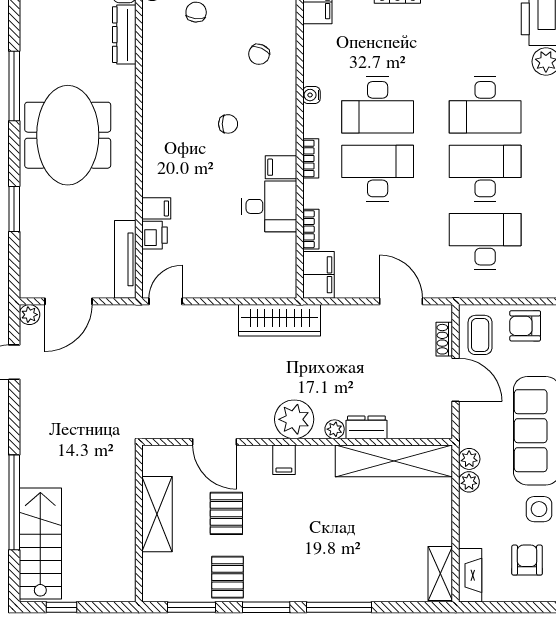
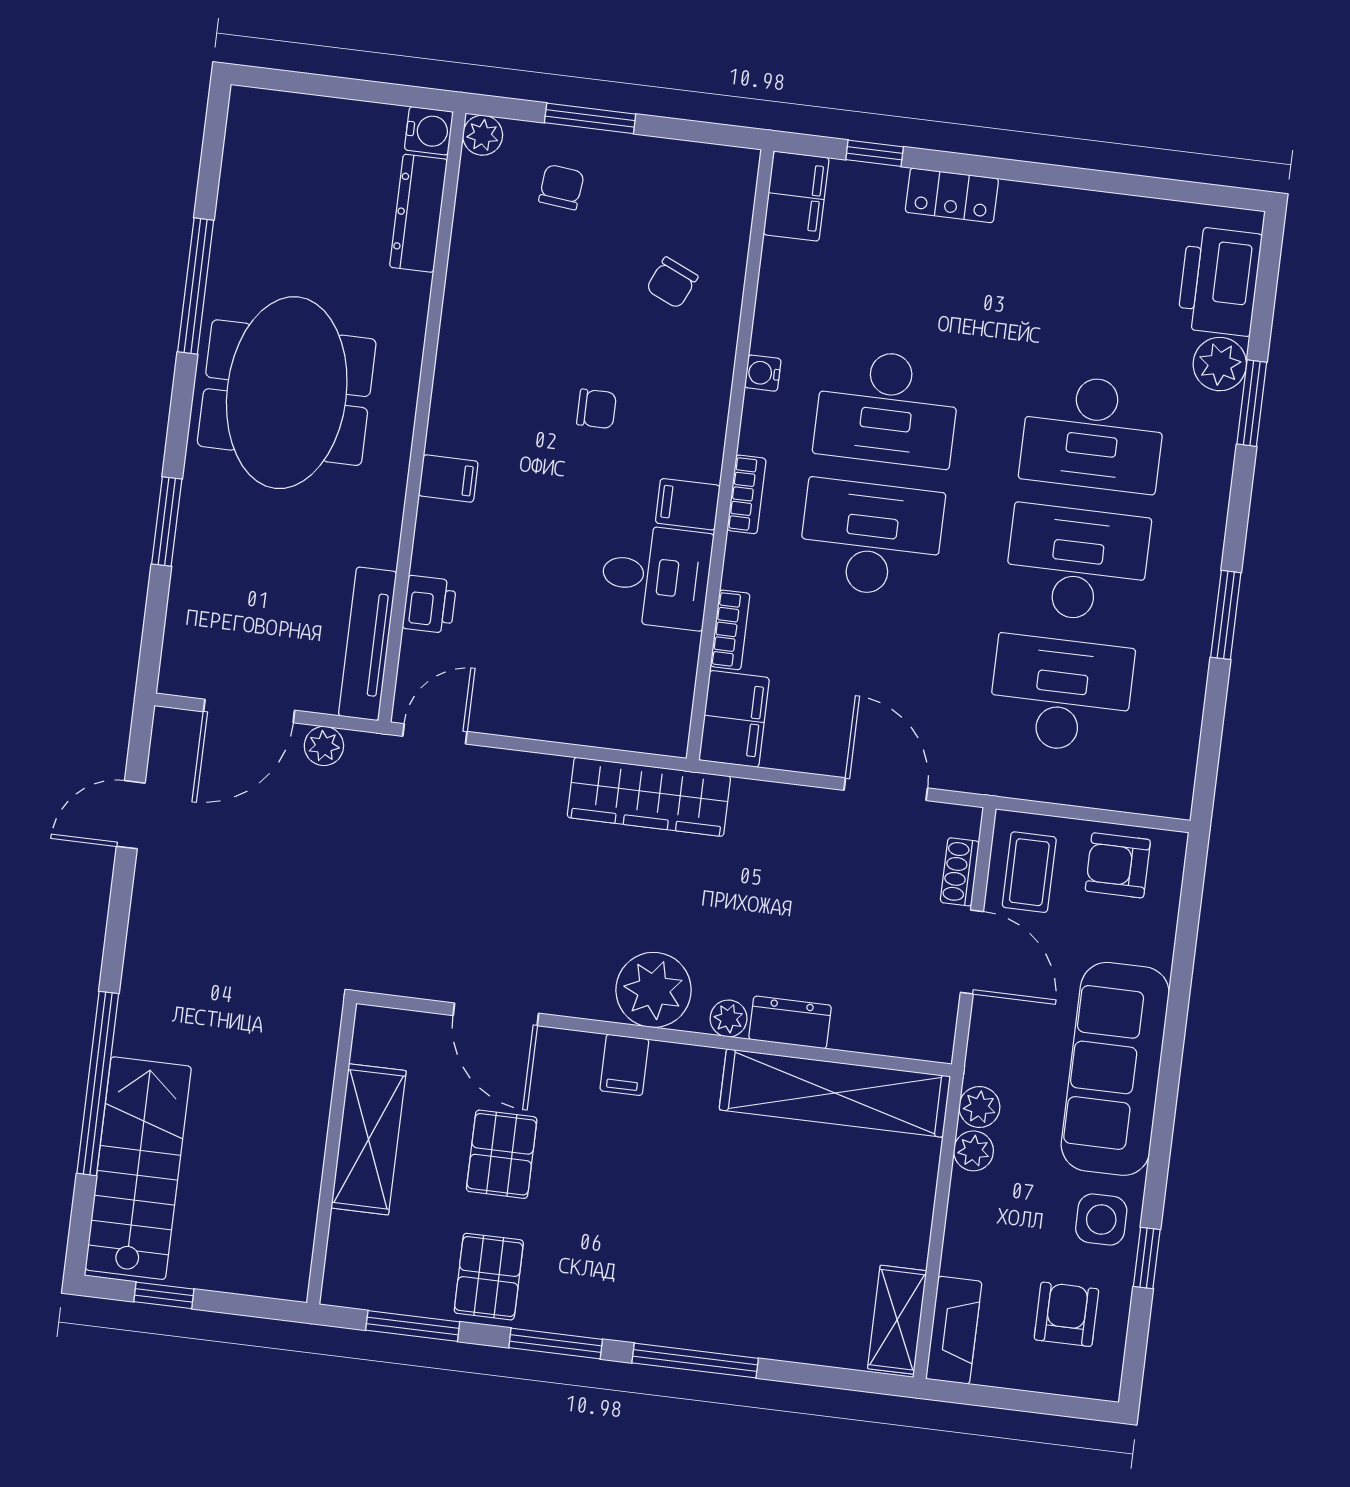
filing cabinet: (156, 208) -> (448, 478), moved
plant: (29, 315) -> (324, 746), moved

